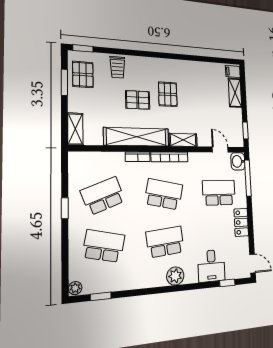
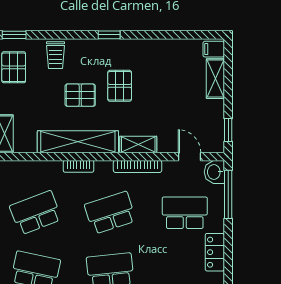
window: (159, 55) -> (109, 35), added
bookcase: (169, 157) -> (138, 166), moved
school desk: (164, 194) -> (110, 213), turned -30

